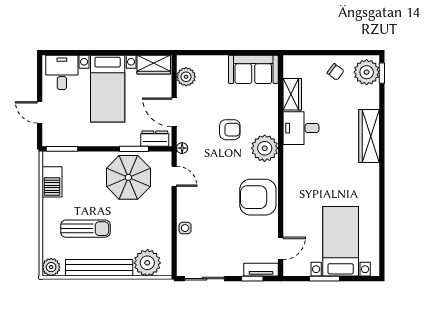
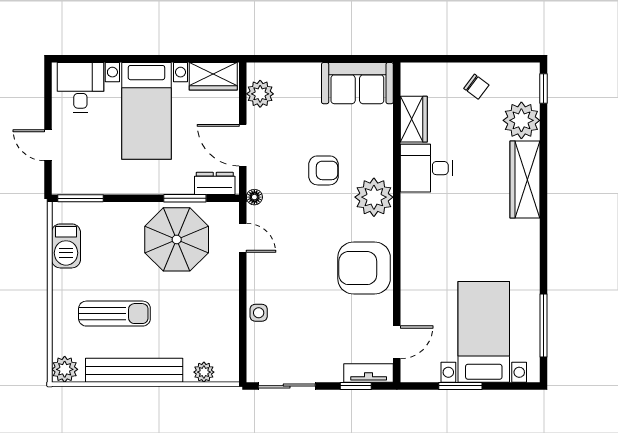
plant: (367, 72) -> (521, 120), moved
window: (382, 237) -> (544, 325), added
plant: (147, 263) -> (204, 372), width x0.53, depth x0.53

